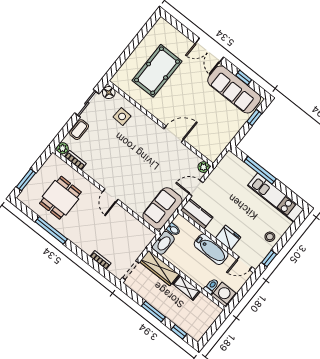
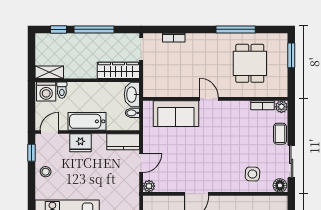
sofa: (162, 208) -> (176, 114), moved, turned 90
shelving: (186, 288) -> (49, 72), moved
window: (153, 312) -> (94, 29), width x1.44

